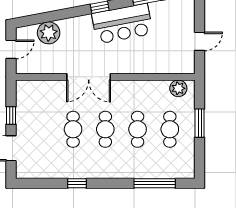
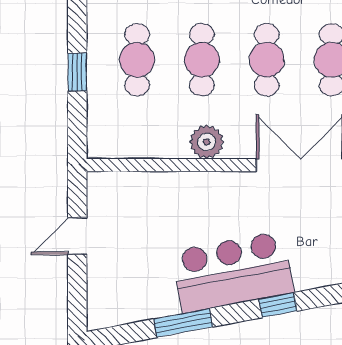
plant: (178, 88) -> (207, 142), moved
window: (200, 123) -> (77, 72), width x0.67

